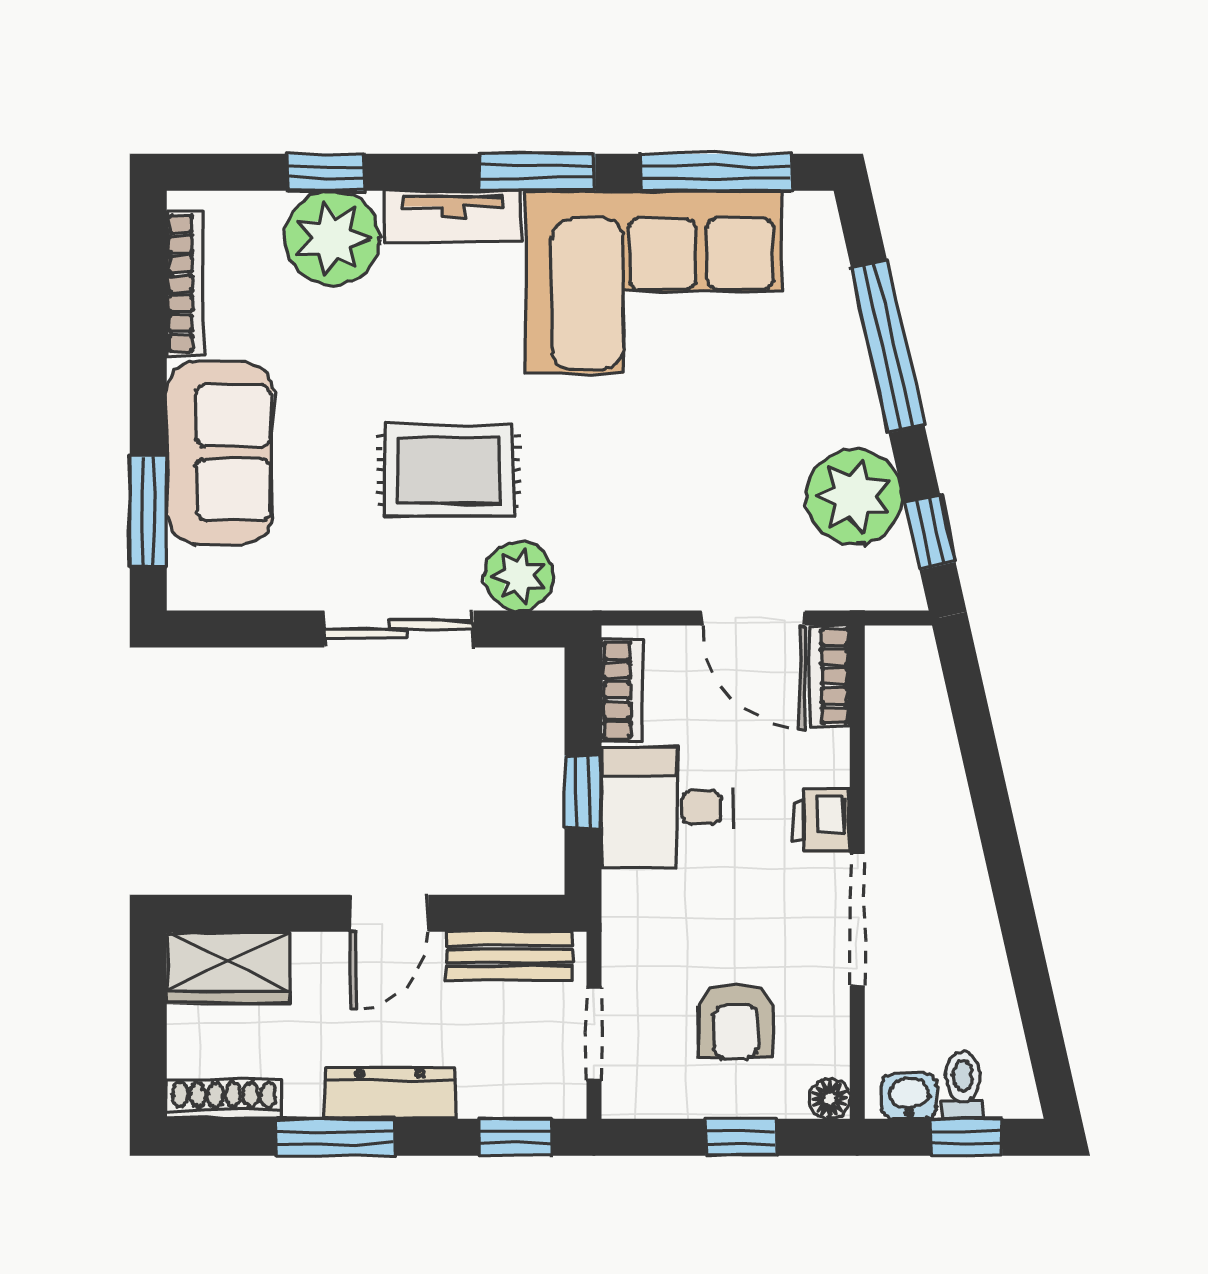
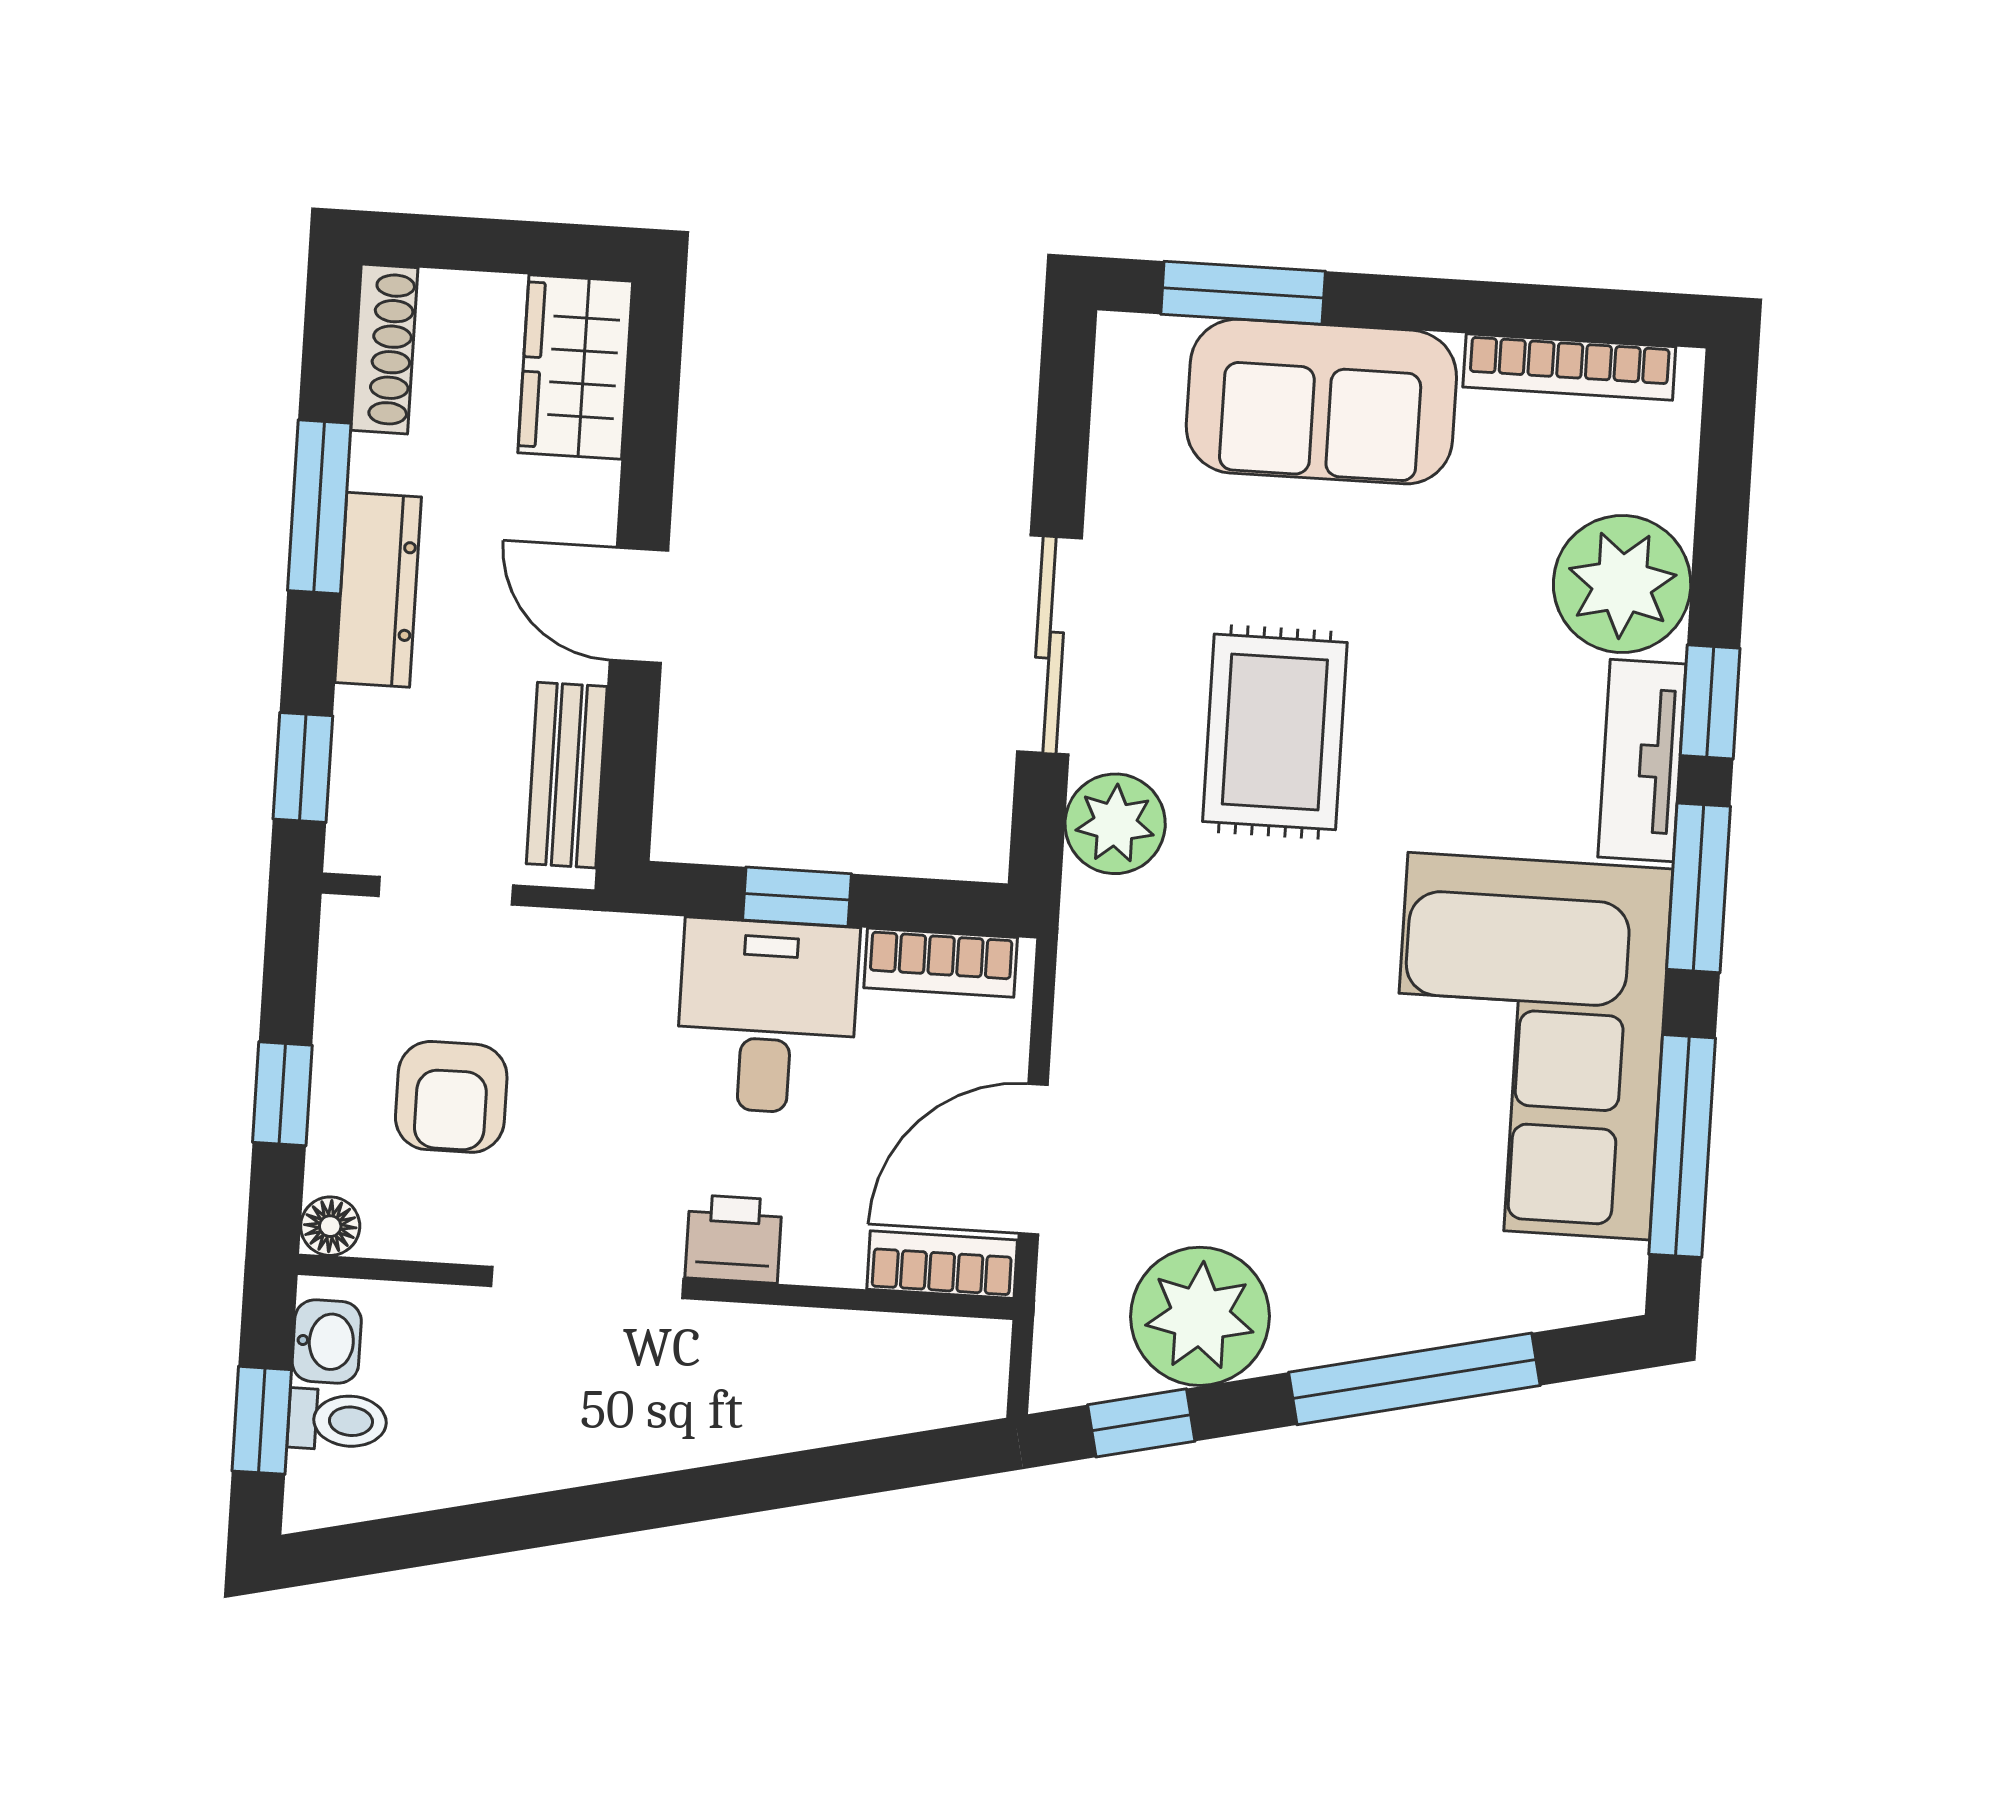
window: (327, 172) -> (1710, 702), moved
armchair: (735, 1021) -> (451, 1097), turned -90

